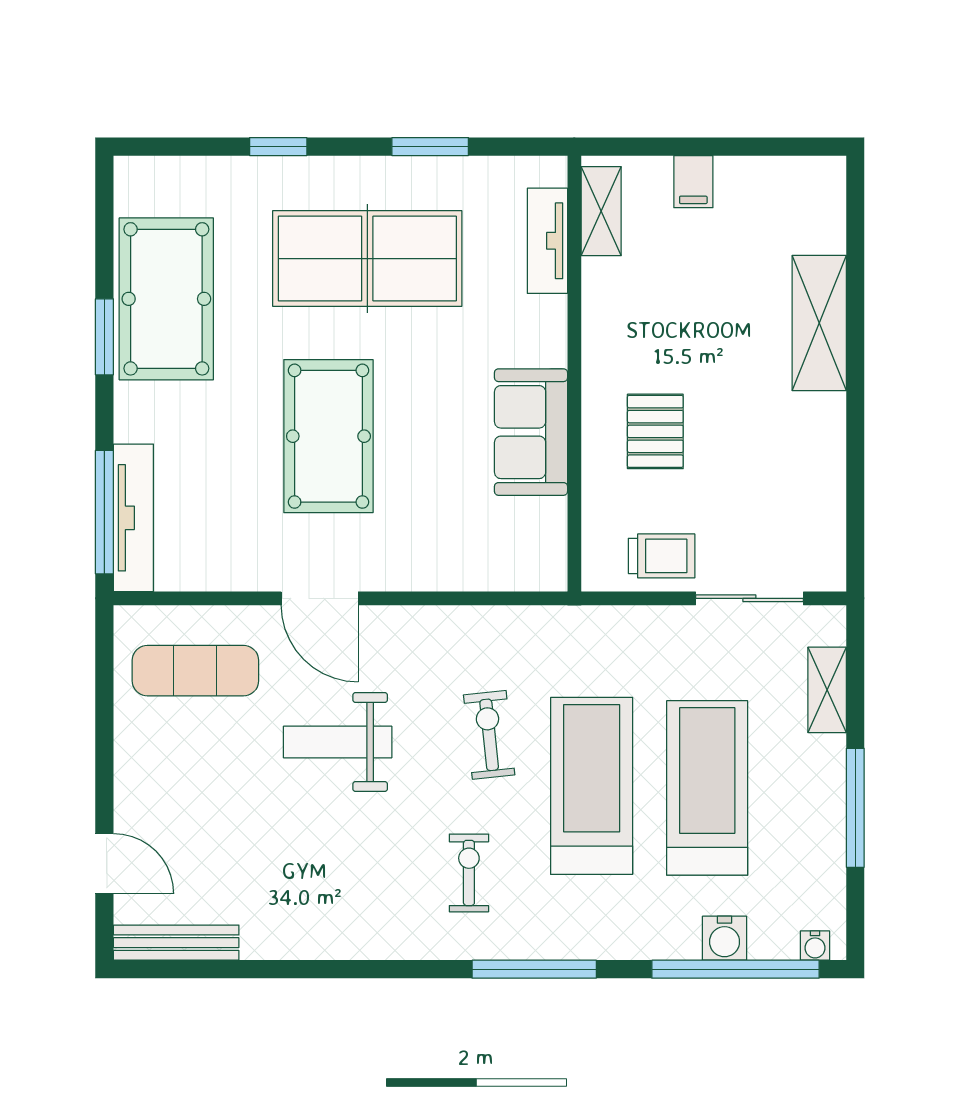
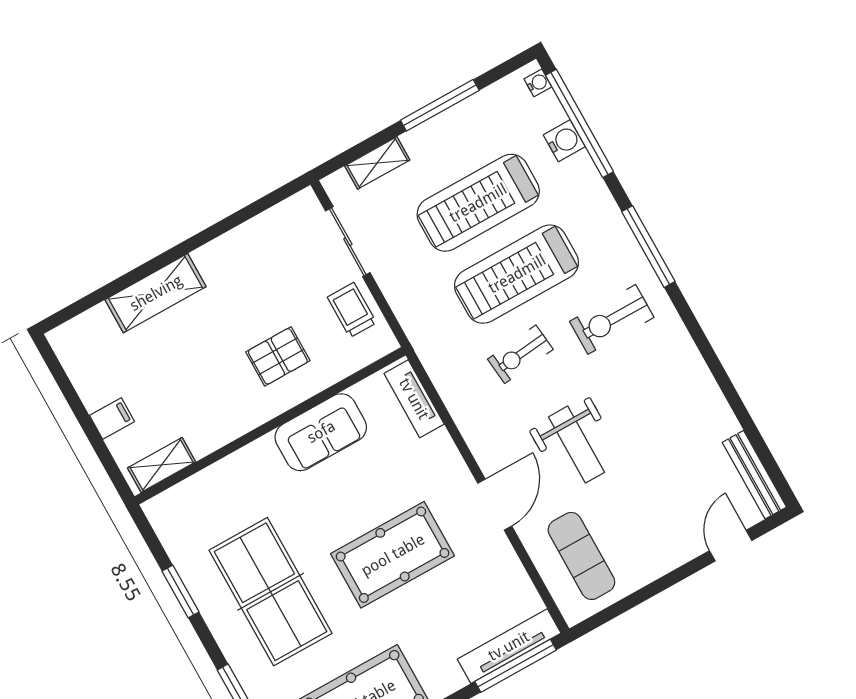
tv unit: (547, 241) -> (414, 399), moved, turned 90
exercise bike: (469, 873) -> (612, 319), width x1.38, depth x1.39

